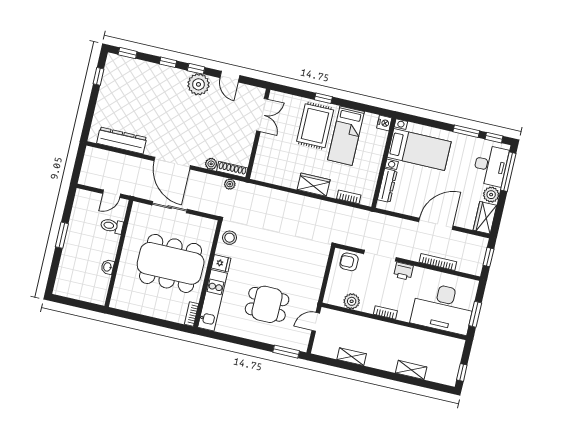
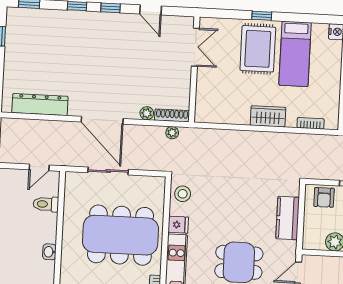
plant: (198, 84) -> (116, 25), removed
armchair: (349, 262) -> (324, 197), turned -90
kitchen counter: (315, 274) -> (288, 218), added

